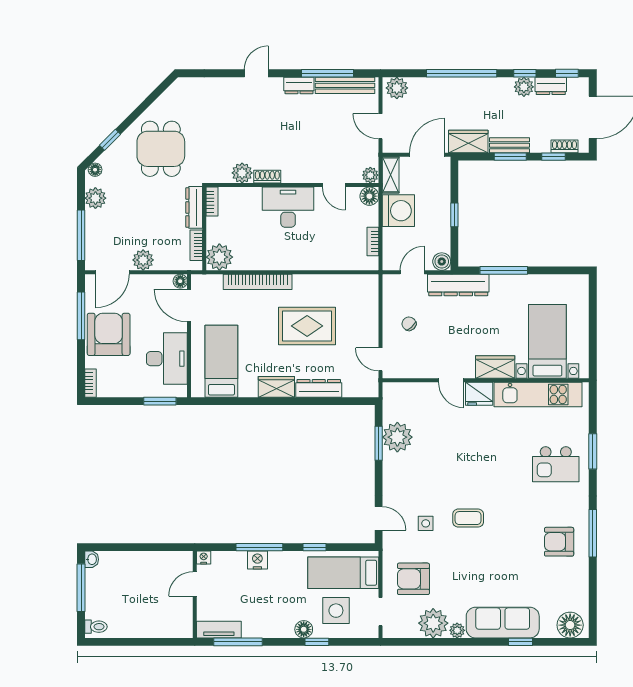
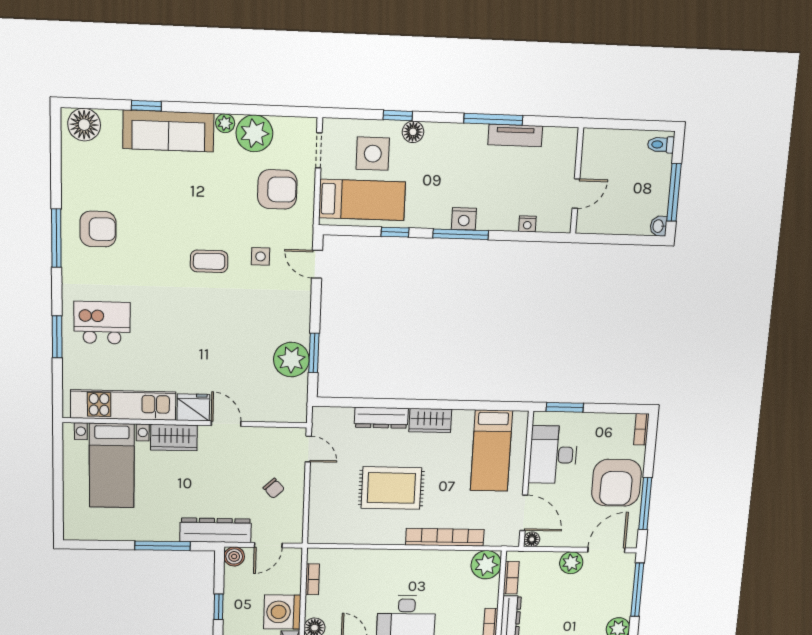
door: (195, 584) -> (576, 194), moved
wall: (195, 594) -> (577, 181), moved

